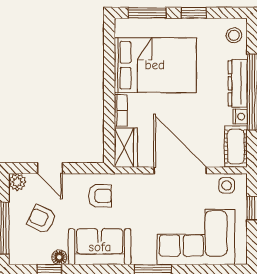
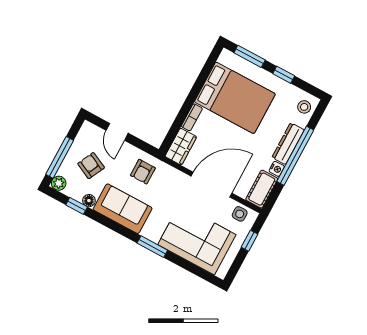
door: (180, 170) -> (212, 185), hinge flipped
plant: (17, 182) -> (59, 183), moved
armchair: (100, 196) -> (143, 172), turned 90

